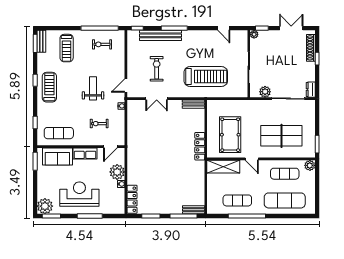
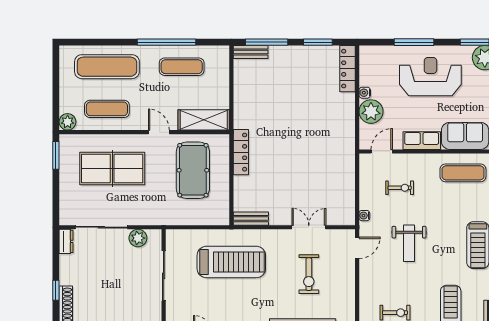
treadmill: (206, 76) -> (231, 262), turned 180
reception desk: (79, 194) -> (430, 77), turned 180

